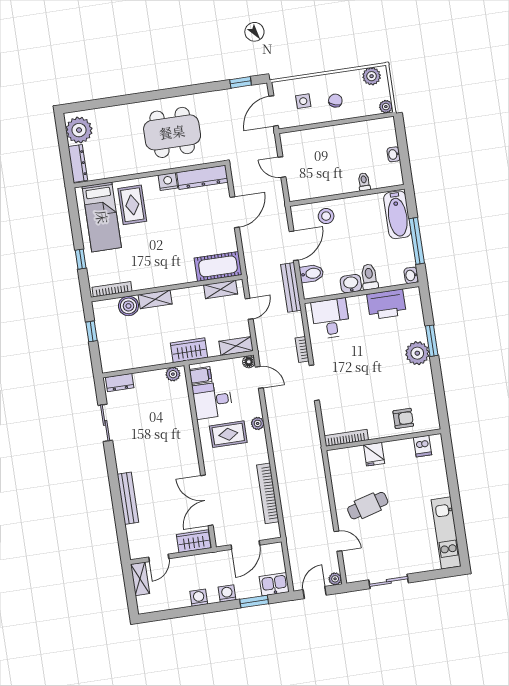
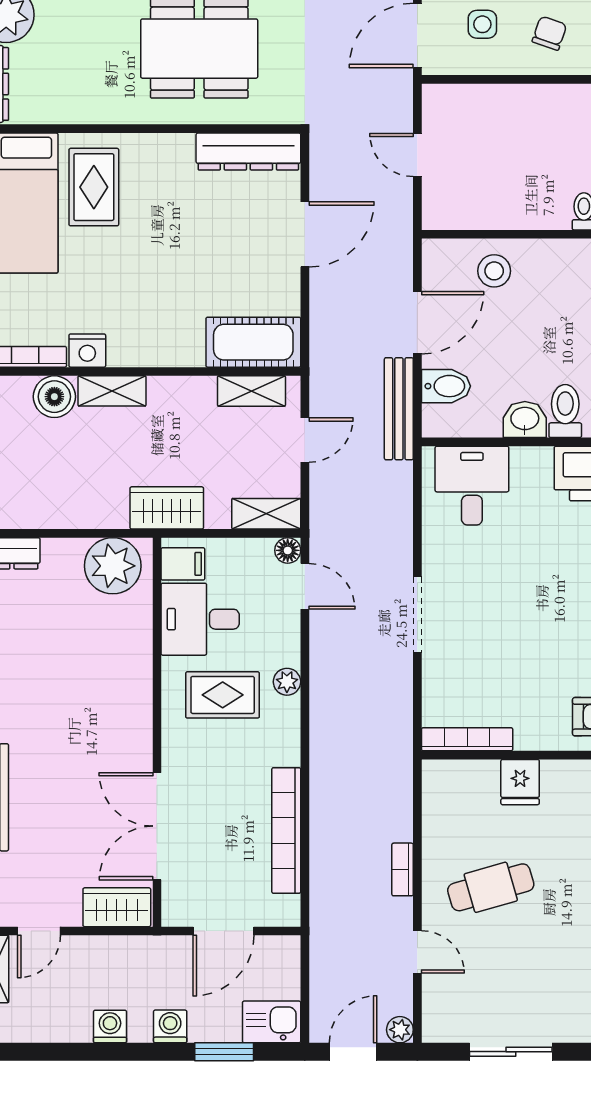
nightstand: (168, 182) -> (87, 351), moved, turned 180
bookcase: (302, 350) -> (403, 869), moved
plant: (173, 374) -> (113, 566), width x1.87, depth x1.87

